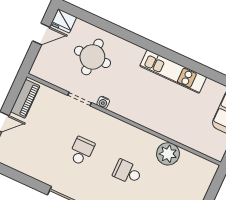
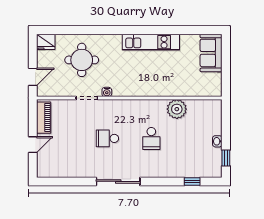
door: (41, 34) -> (33, 77), moved
school desk: (82, 151) -> (107, 138), turned -90
school desk: (127, 172) -> (151, 138), turned -90

